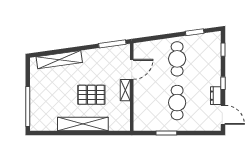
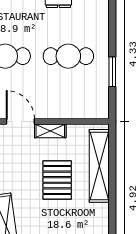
shelving: (83, 124) -> (99, 166), moved

